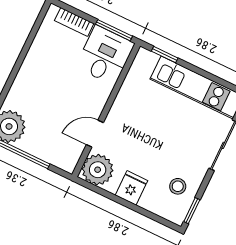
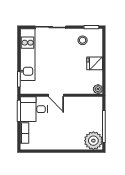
door: (95, 134) -> (56, 95), moved
plant: (98, 170) -> (98, 89), width x0.53, depth x0.53

